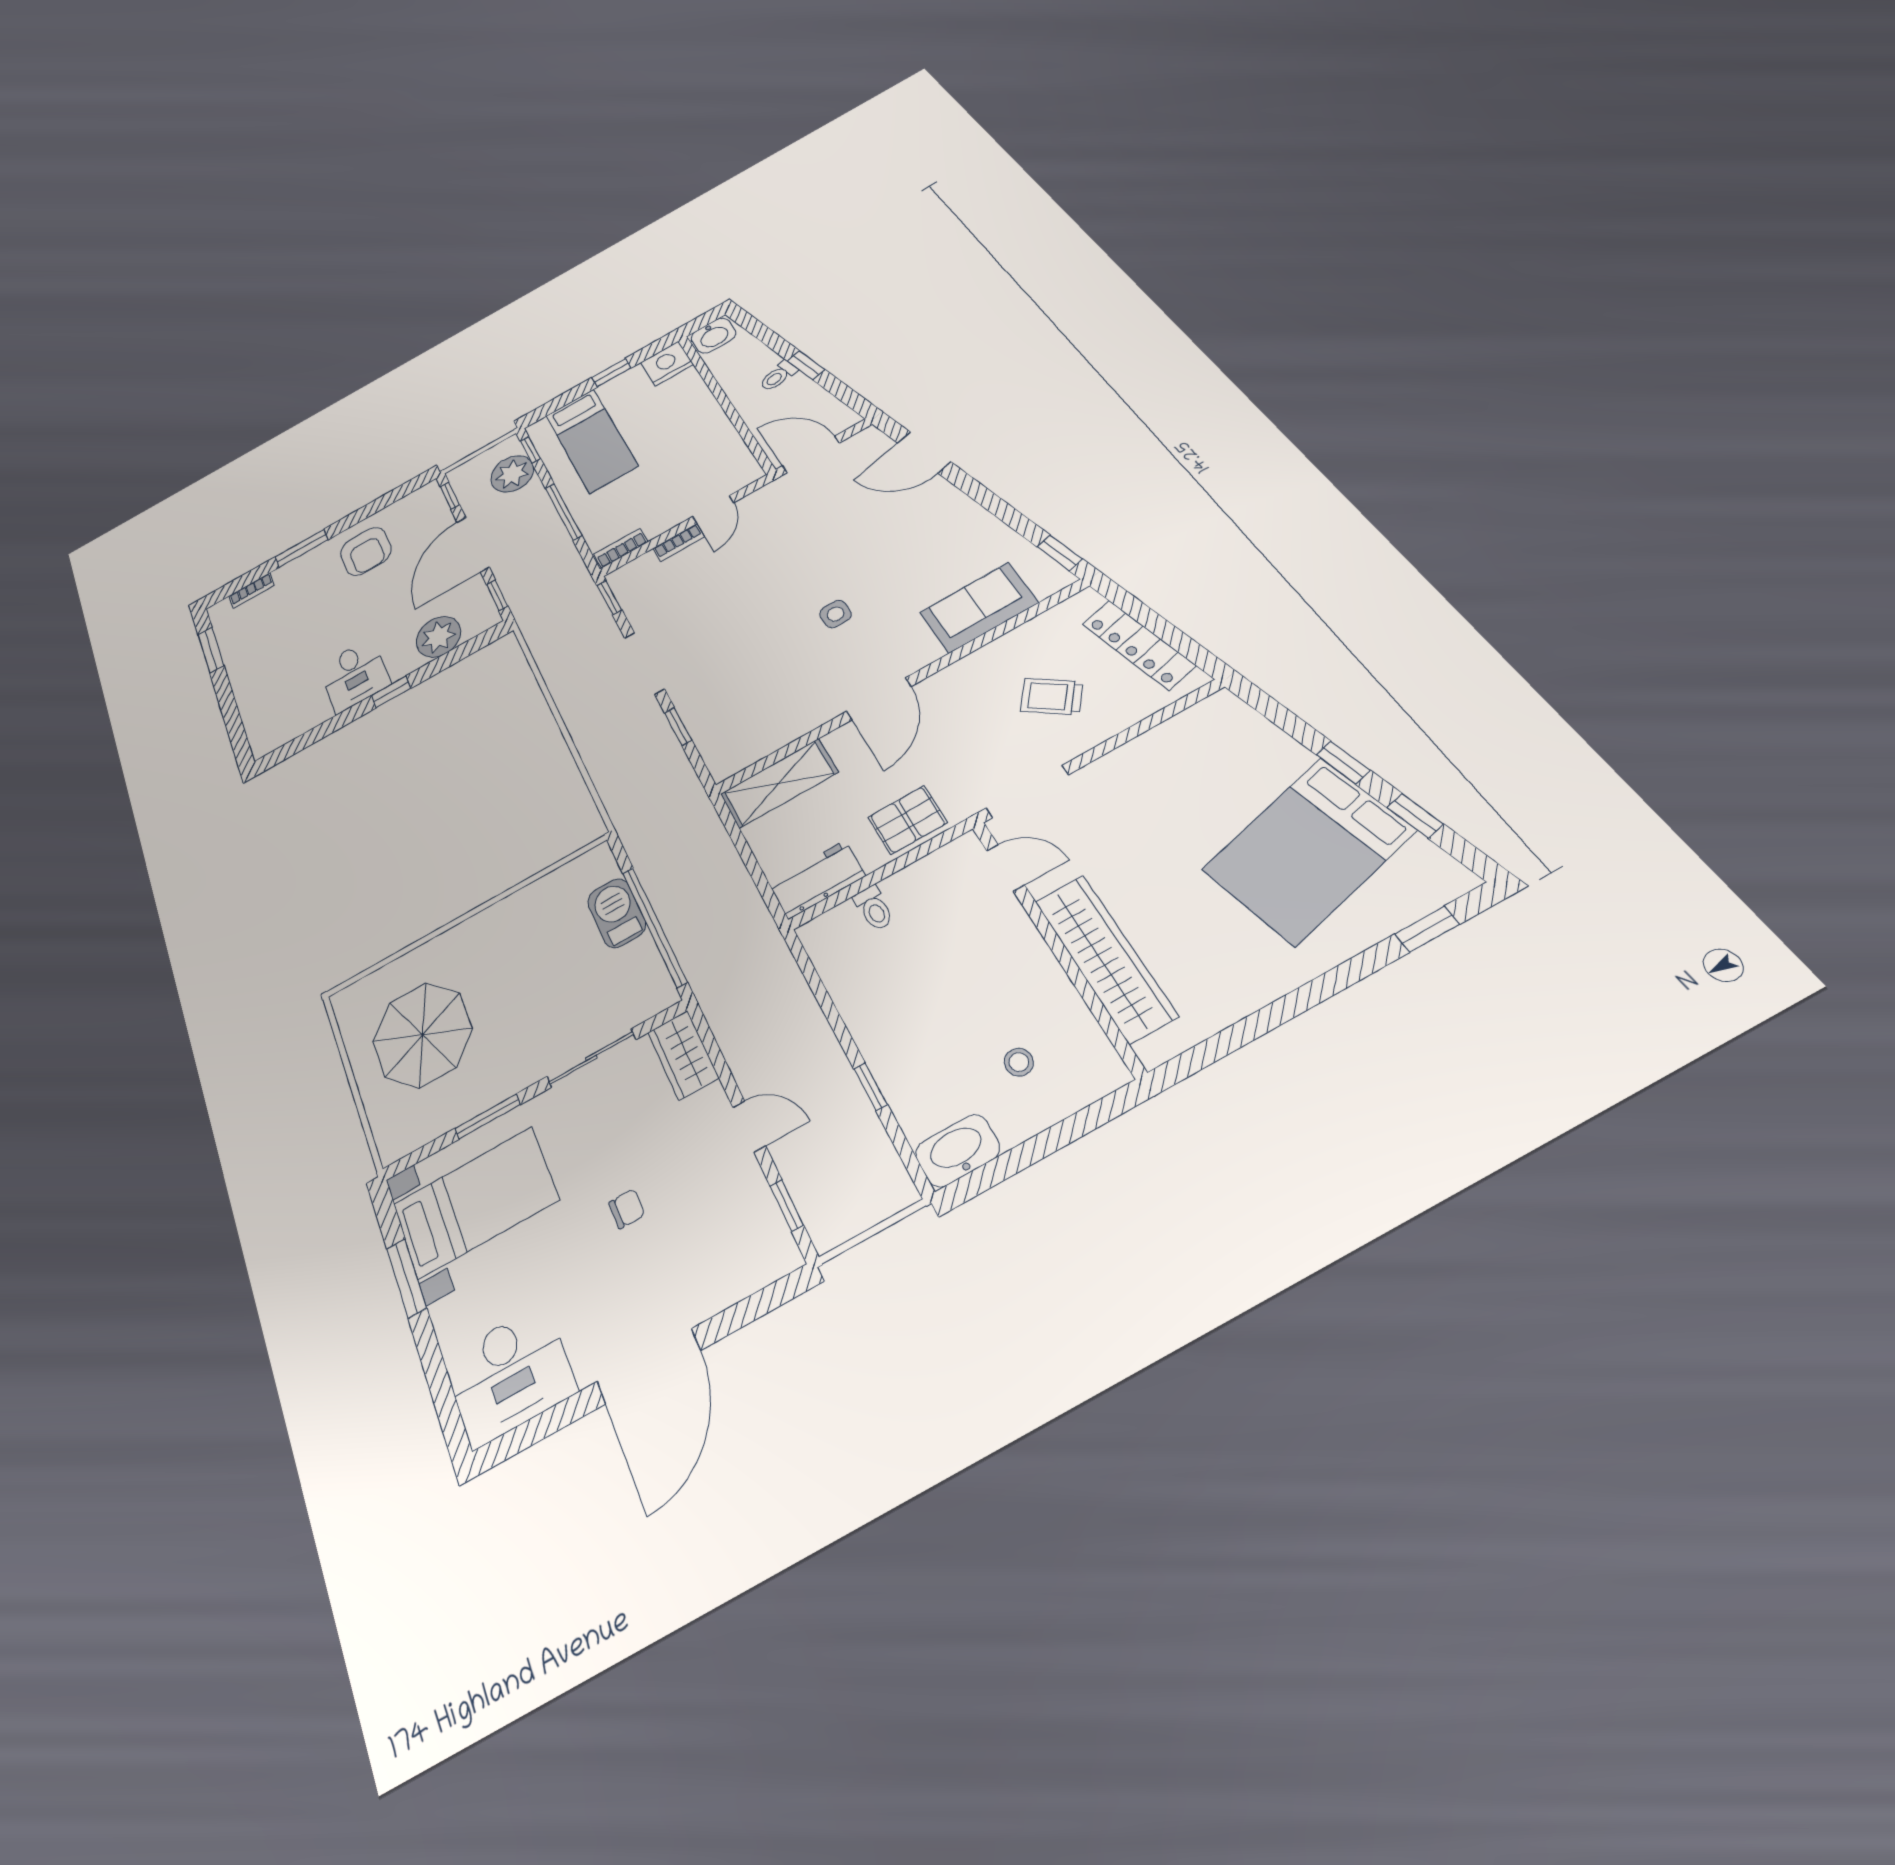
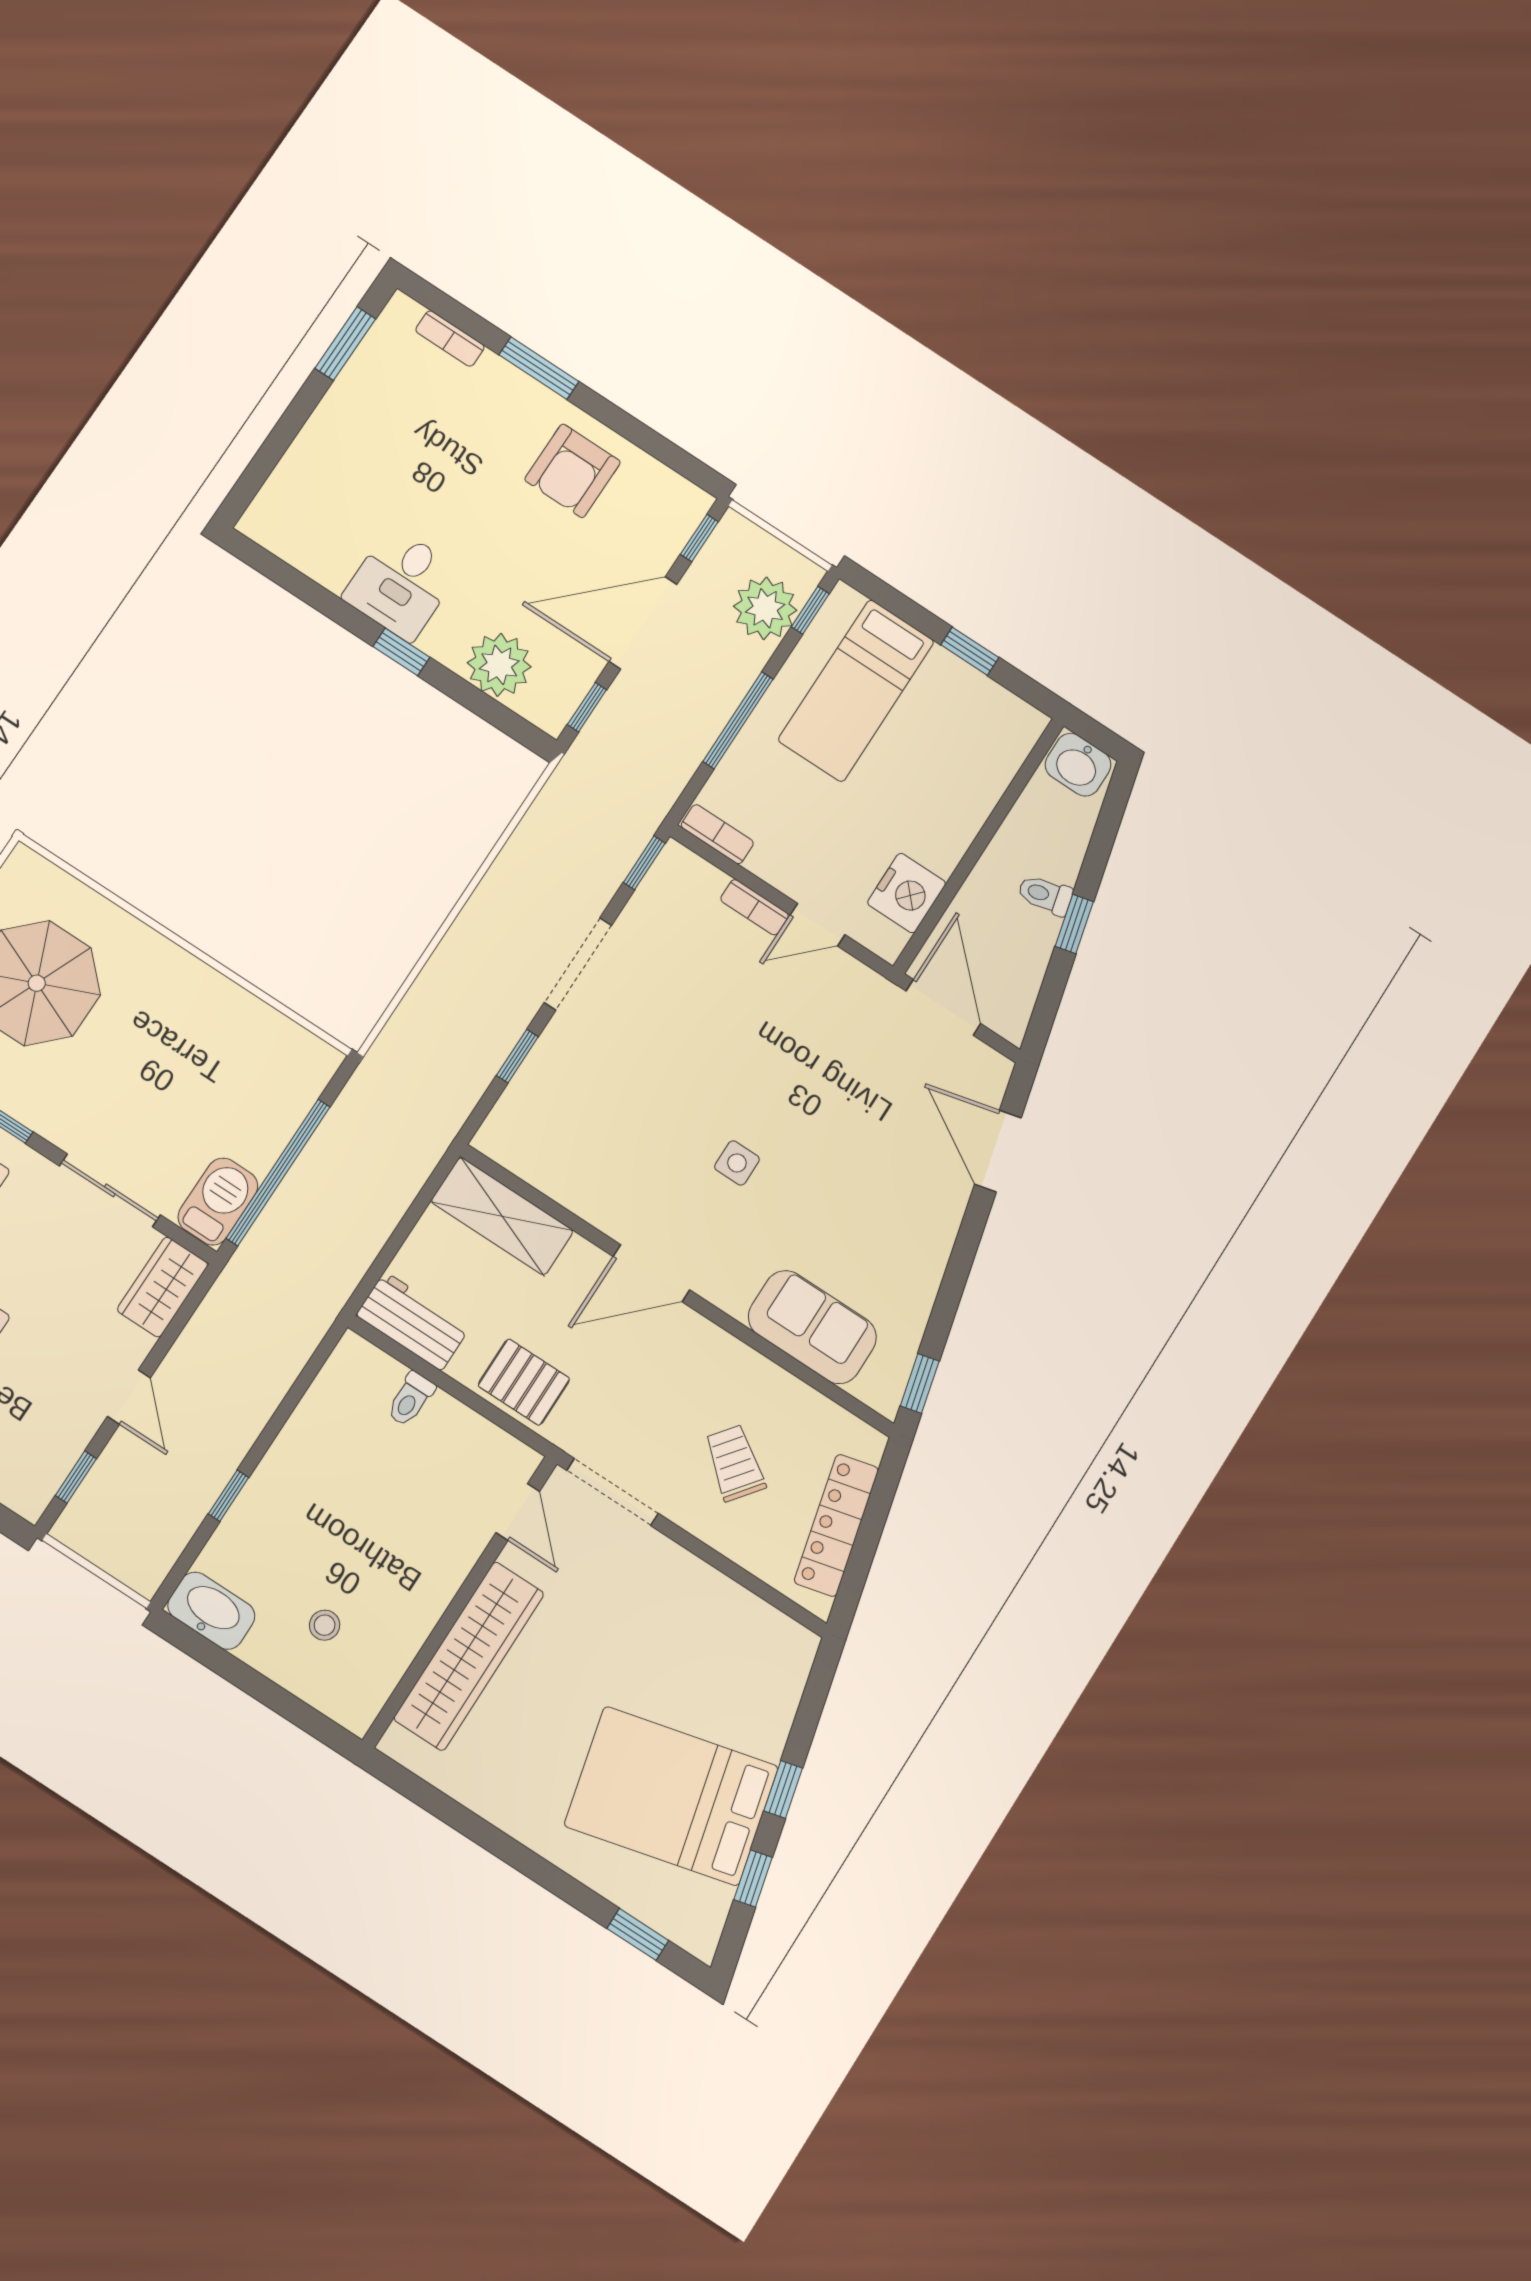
nightstand: (667, 363) -> (907, 893), moved, turned 90
barbecue: (617, 913) -> (218, 1202), moved

